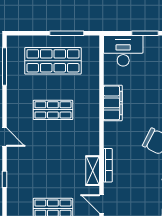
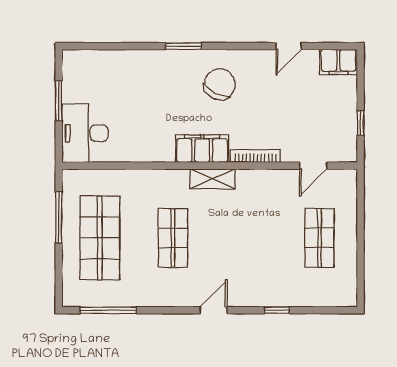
filing cabinet: (113, 103) -> (202, 149), moved
shelving: (93, 171) -> (213, 179), moved

